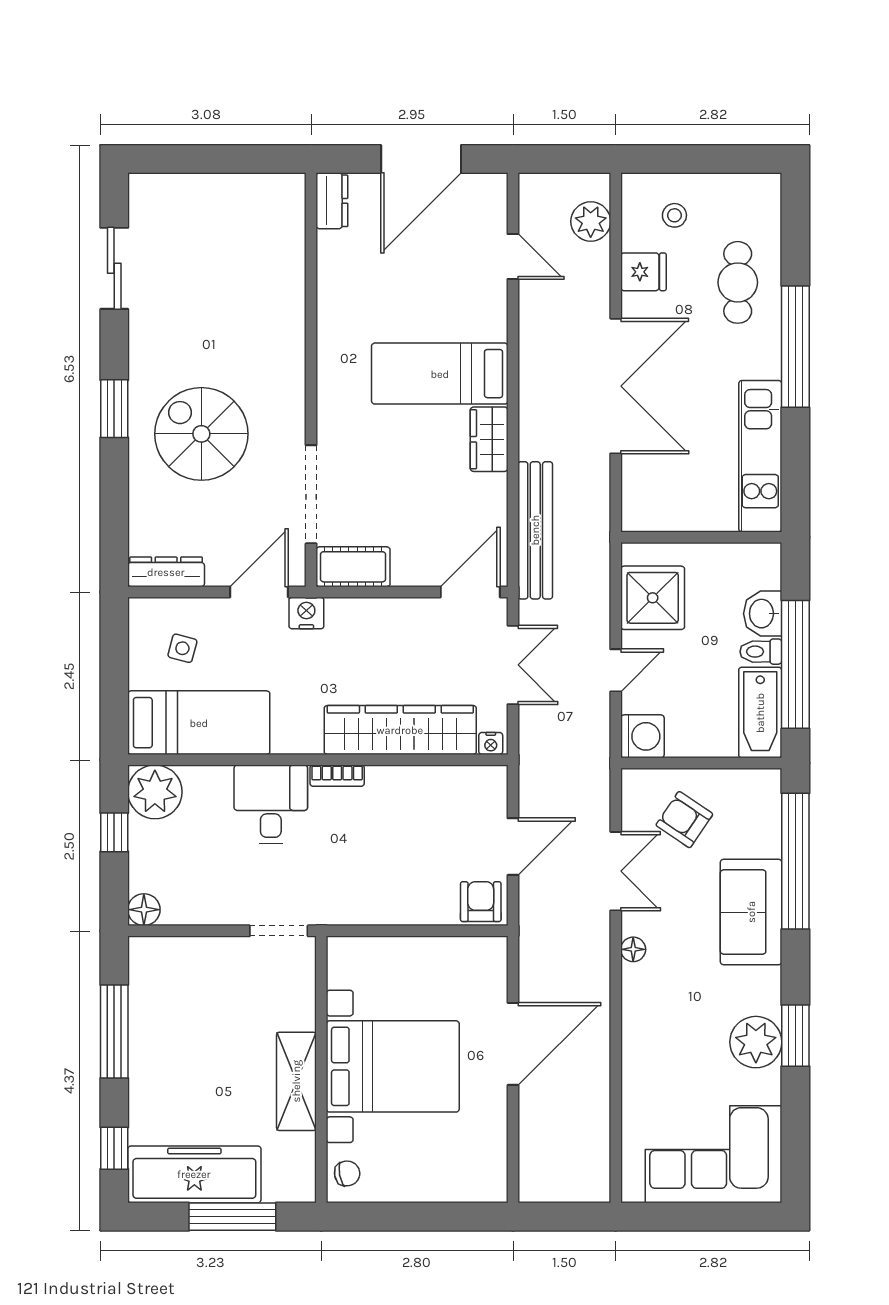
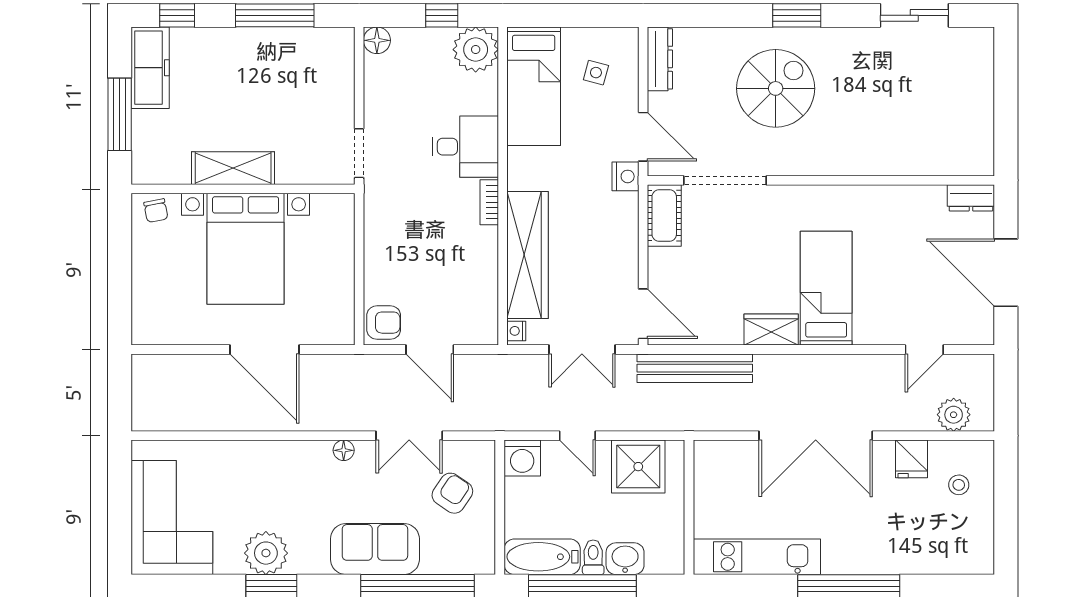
cafe table: (738, 282) -> (903, 538), removed
freezer: (194, 1174) -> (150, 68), width x0.73, depth x0.79

